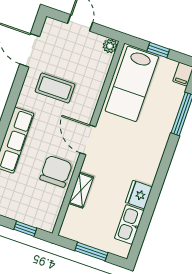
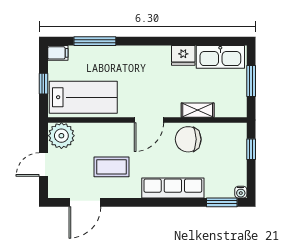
plant: (110, 46) -> (61, 136), width x1.87, depth x1.87
coffee table: (55, 88) -> (112, 167), turned 90
kitchen sink: (129, 224) -> (220, 57), width x1.36, depth x1.24

